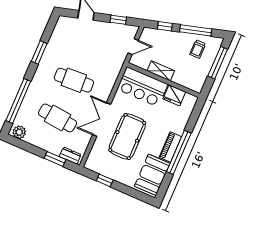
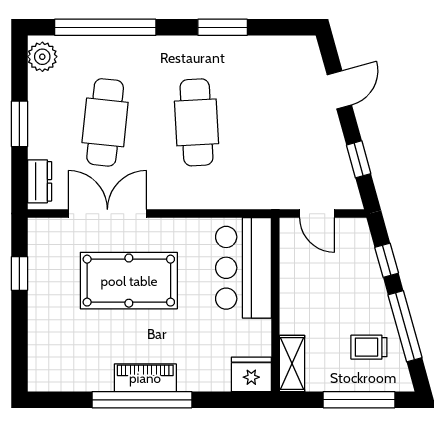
shelving: (161, 71) -> (292, 364), moved
fridge: (174, 95) -> (251, 374), moved, turned 90
double door: (102, 120) -> (107, 214), moved
window: (55, 159) -> (19, 124), moved
booth: (152, 175) -> (73, 365), removed

